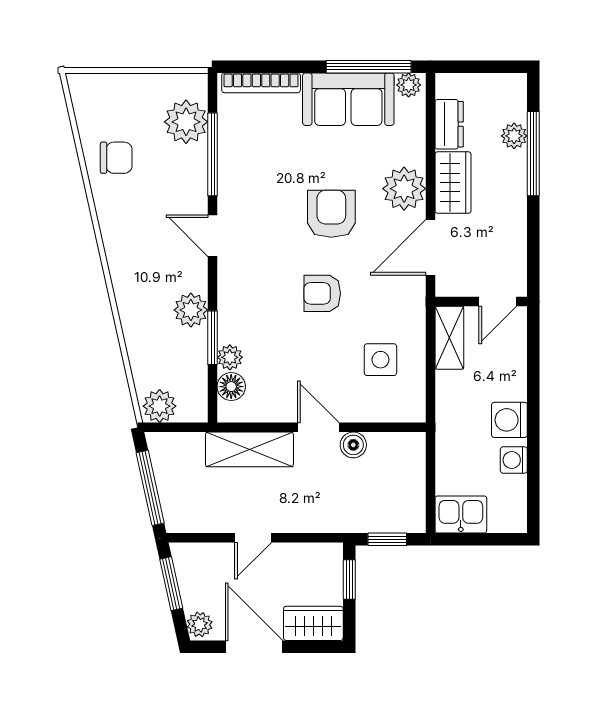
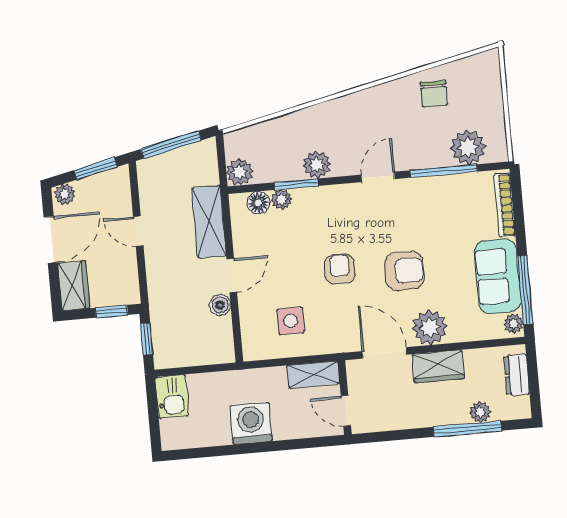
dresser: (449, 124) -> (517, 375), moved, turned 90
plant: (160, 406) -> (240, 172), moved
washing machine: (509, 420) -> (251, 423), width x1.37, depth x1.37
washing machine: (514, 460) -> (220, 435), removed

